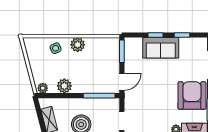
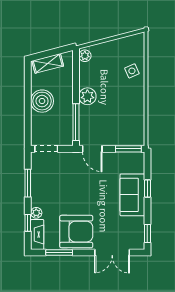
window: (182, 35) -> (147, 234), moved
plant: (78, 45) -> (136, 97), removed
plant: (64, 86) -> (87, 96), moved

